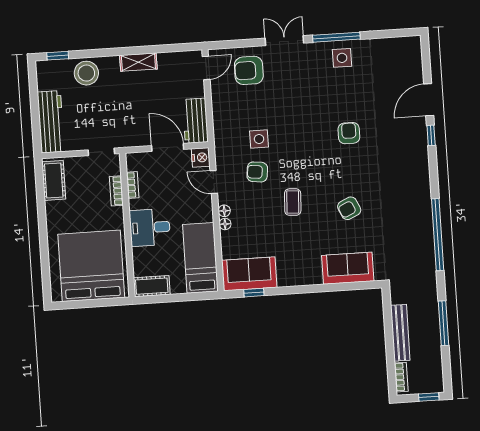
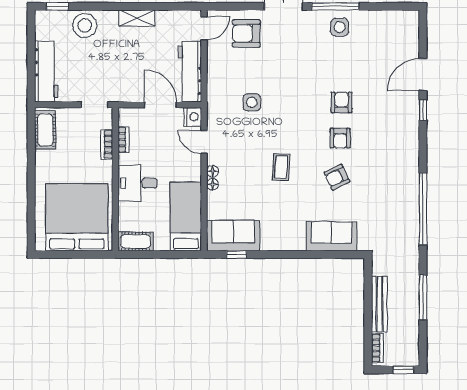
workbench: (195, 121) -> (190, 72), width x1.38
armchair: (257, 172) -> (340, 138), moved, turned -97

